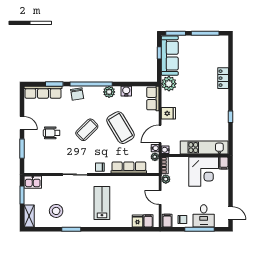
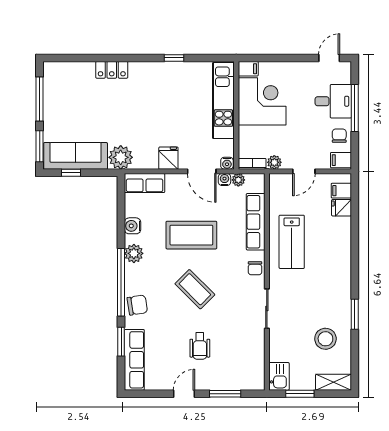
coffee table: (121, 128) -> (191, 235), turned 31
lab bench: (102, 203) -> (292, 242), moved, turned -90

